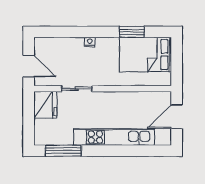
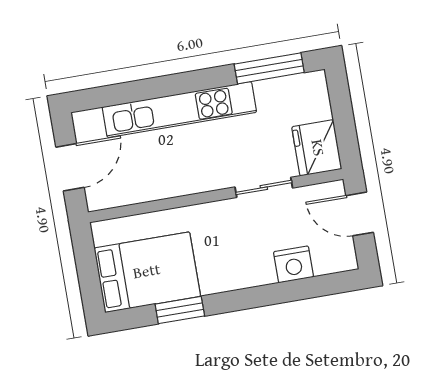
nightstand: (90, 42) -> (293, 264), moved, width x1.89, depth x1.79

